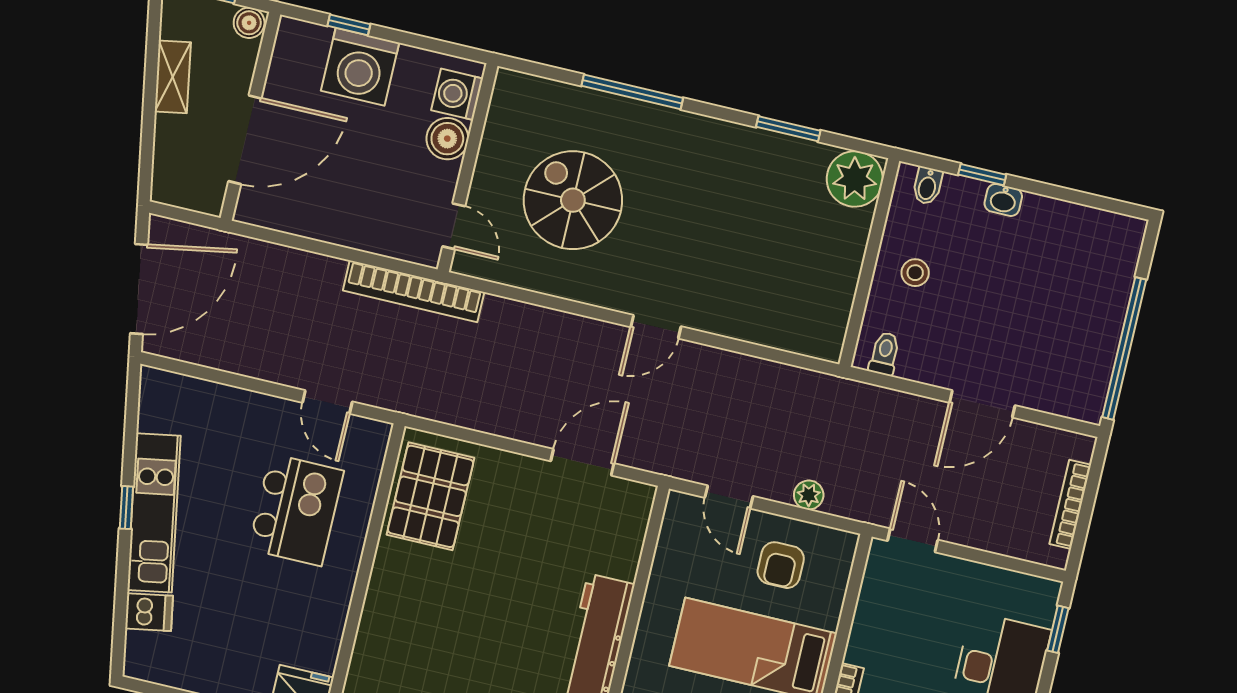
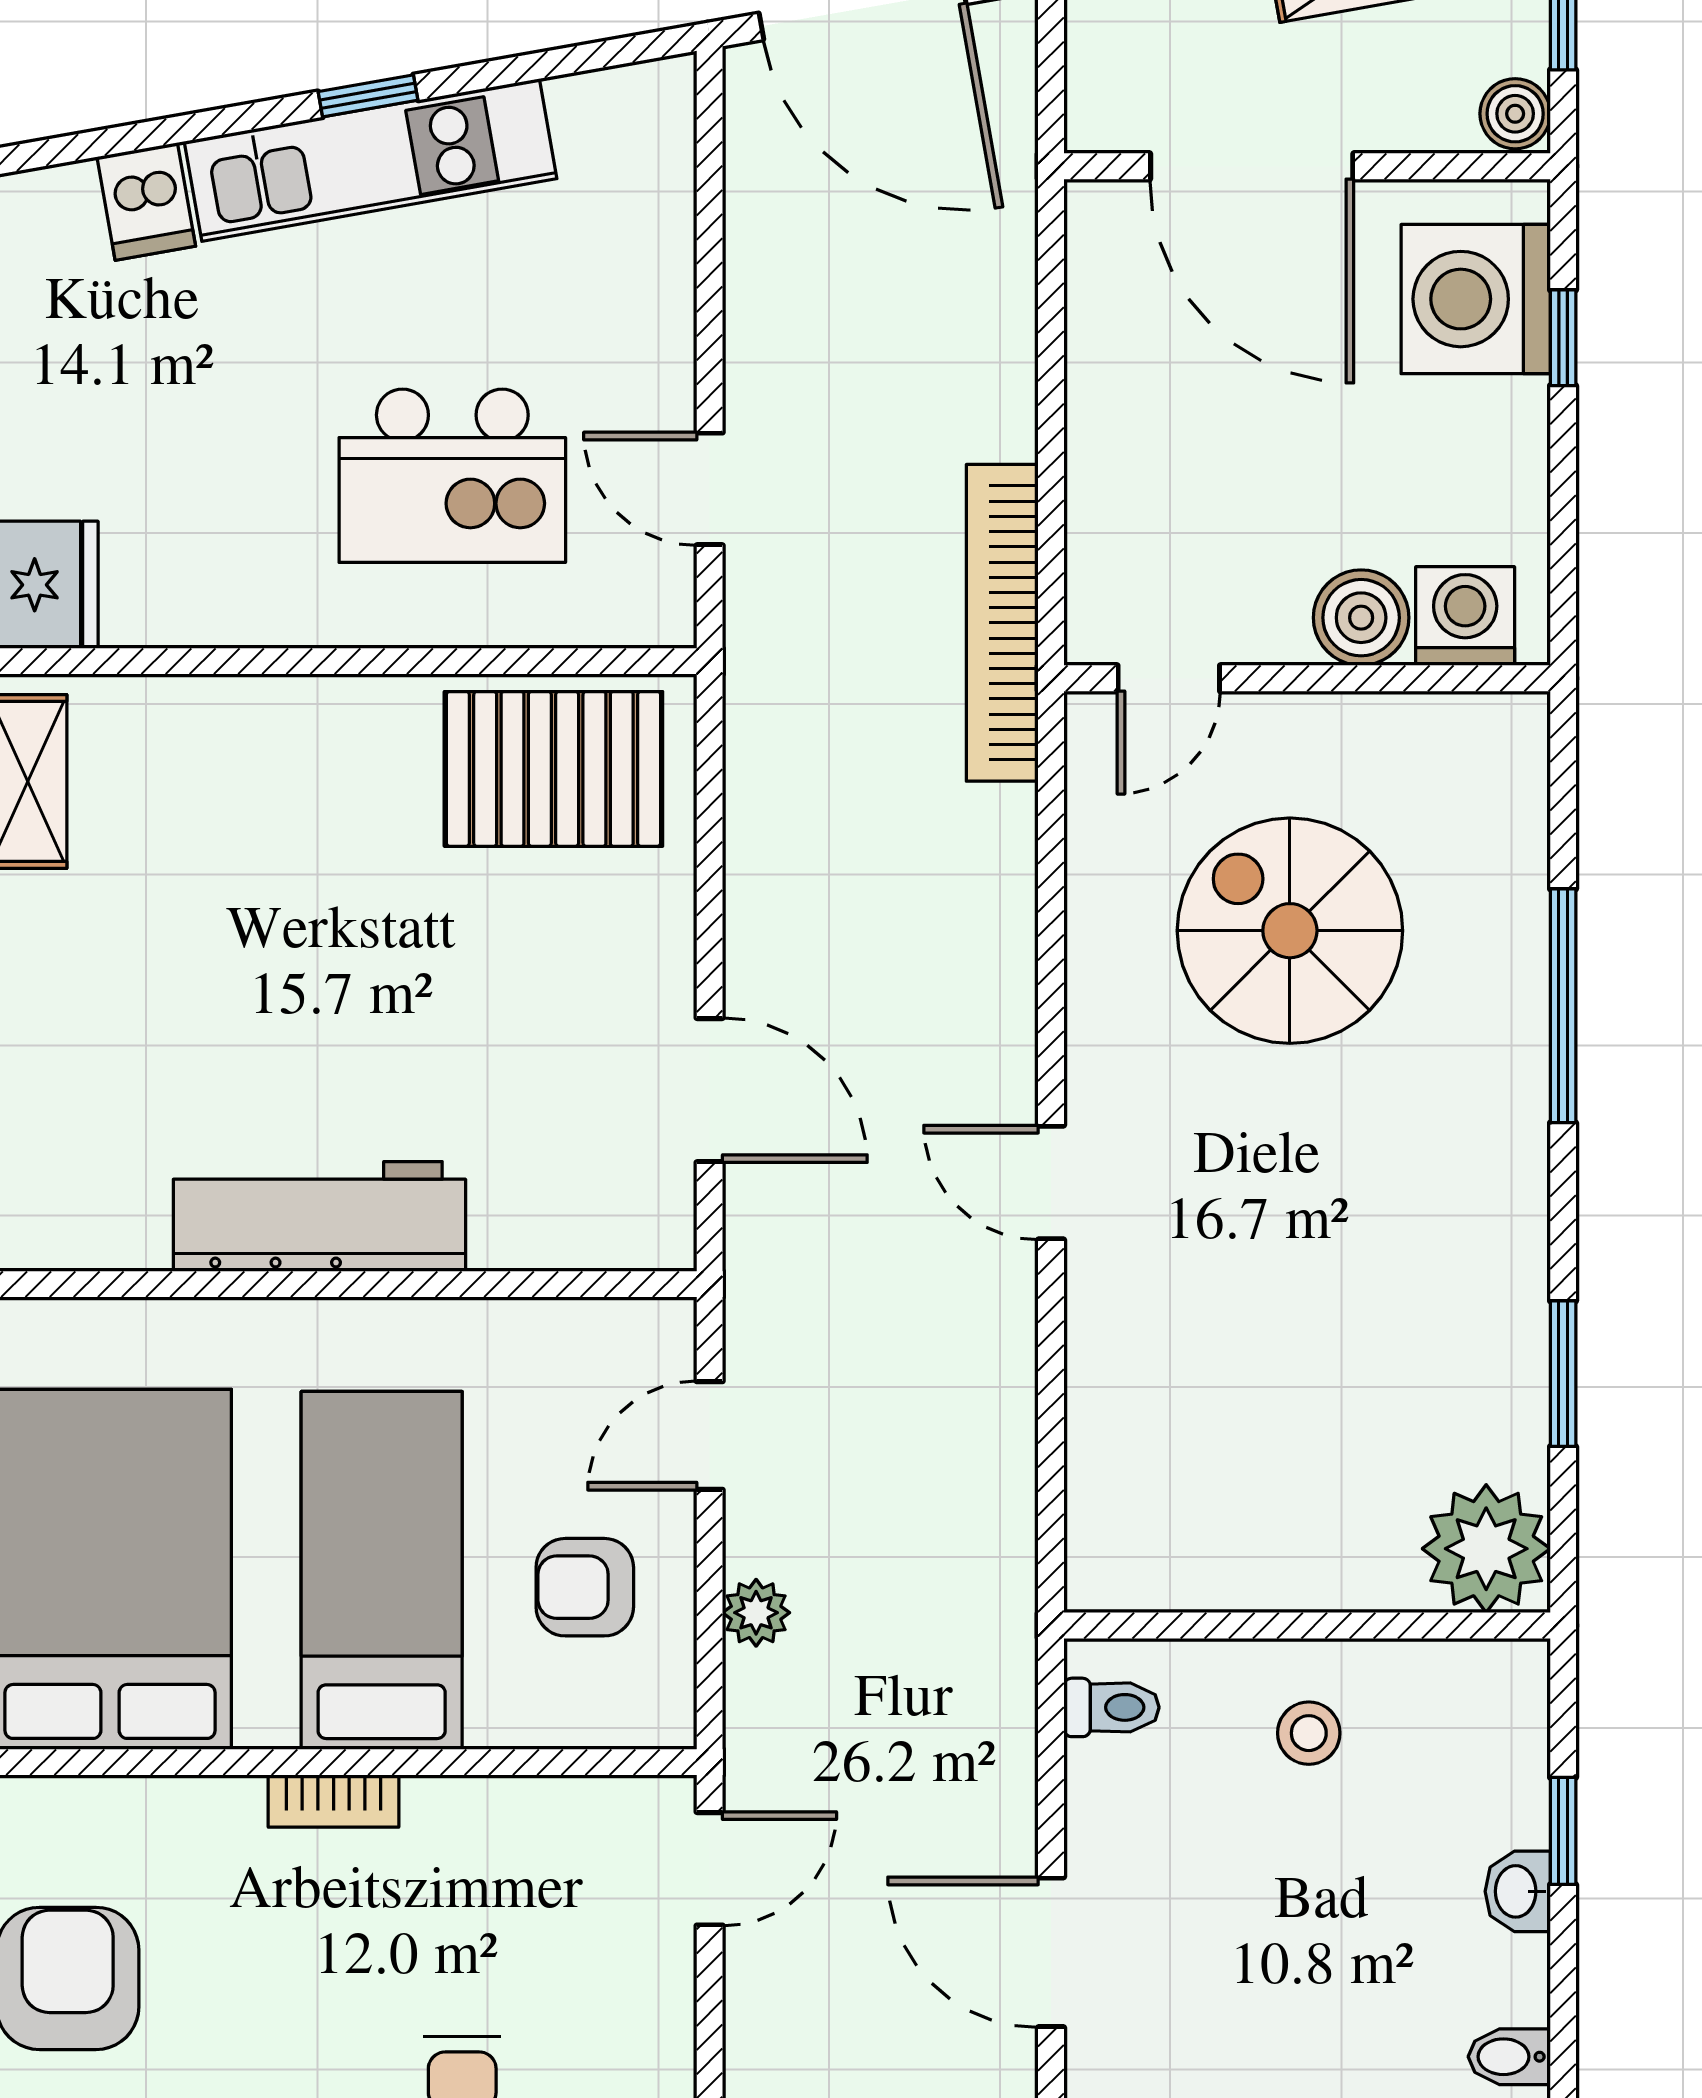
washing machine: (360, 67) -> (1476, 299), moved
bidet: (927, 186) -> (1509, 2057), moved
spiral stairs: (573, 200) -> (1290, 931), turned -90
door: (327, 402) -> (710, 489), hinge flipped

